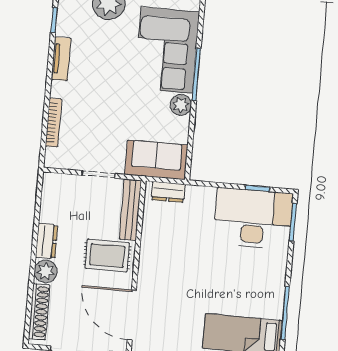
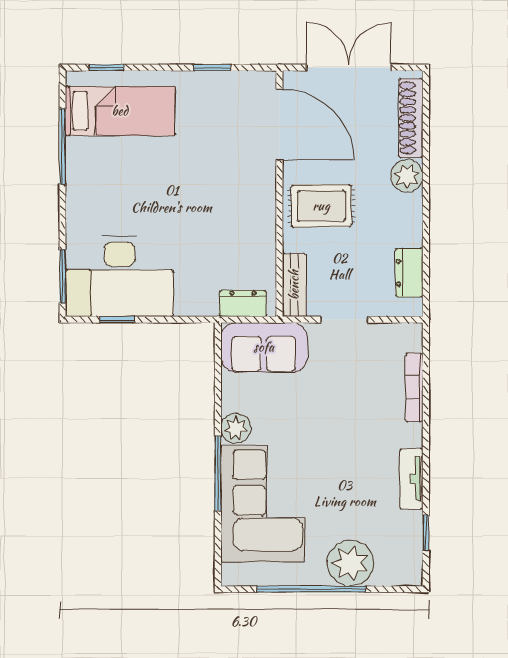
bench: (130, 210) -> (294, 285), width x0.73
dresser: (47, 241) -> (409, 273), moved

